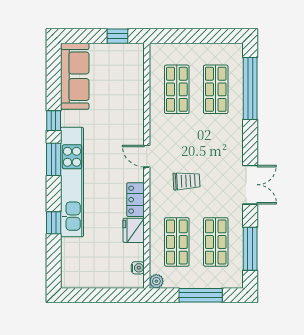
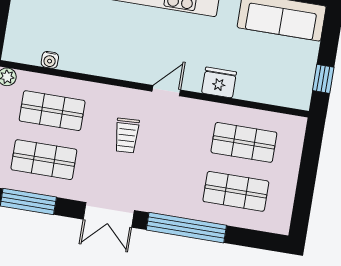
window: (250, 89) -> (186, 228), moved
locker: (135, 200) -> (114, 67), removed
fridge: (134, 230) -> (219, 82), moved
water cooler: (138, 268) -> (50, 60), moved

